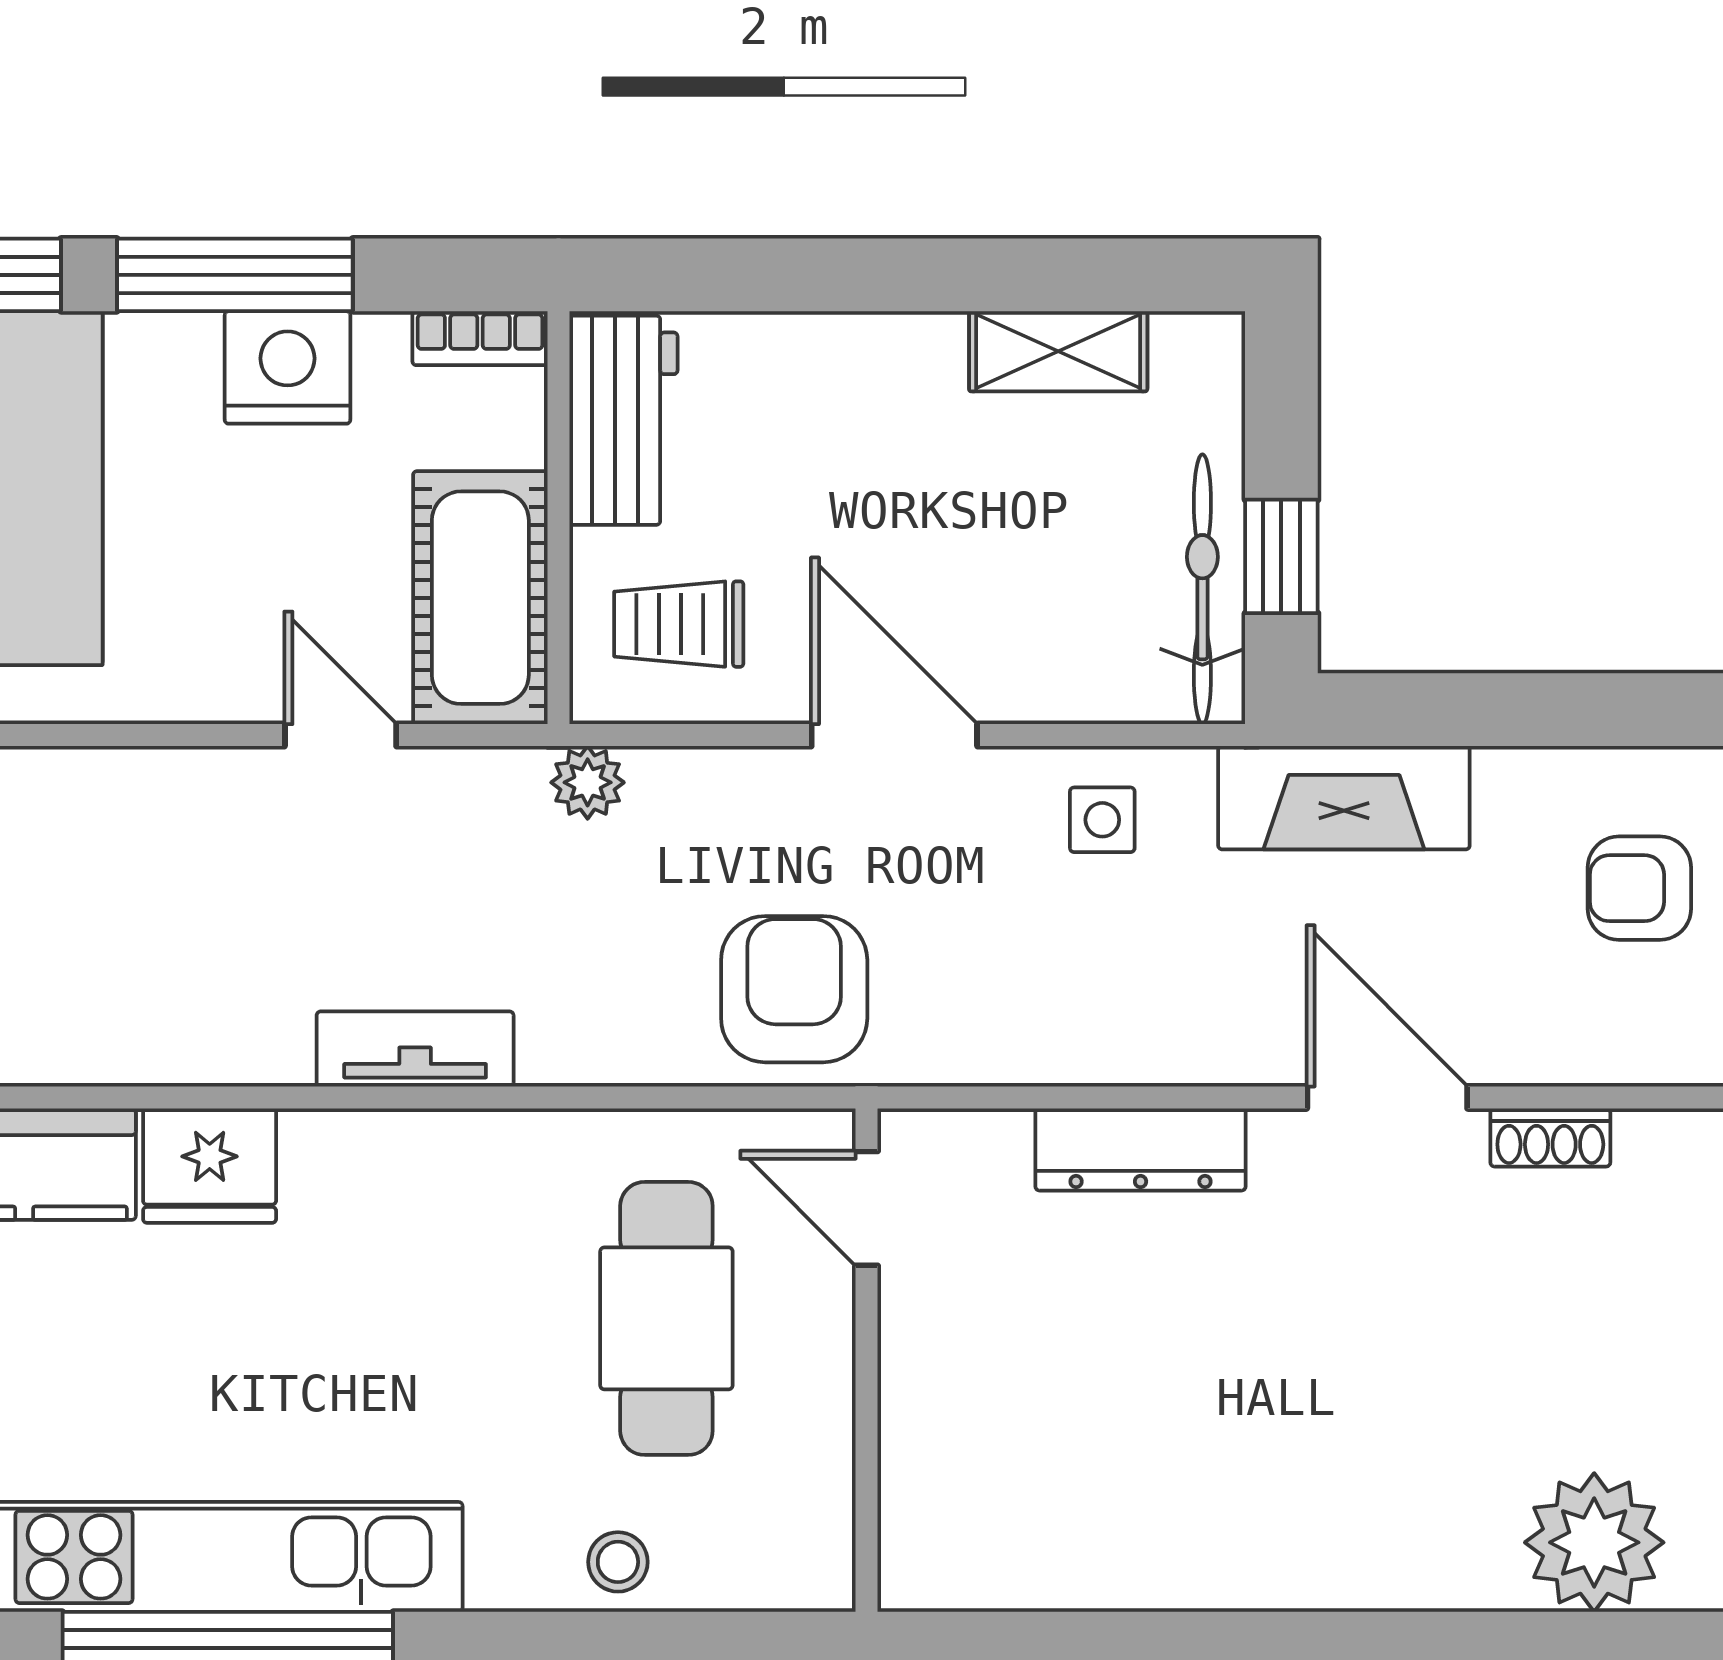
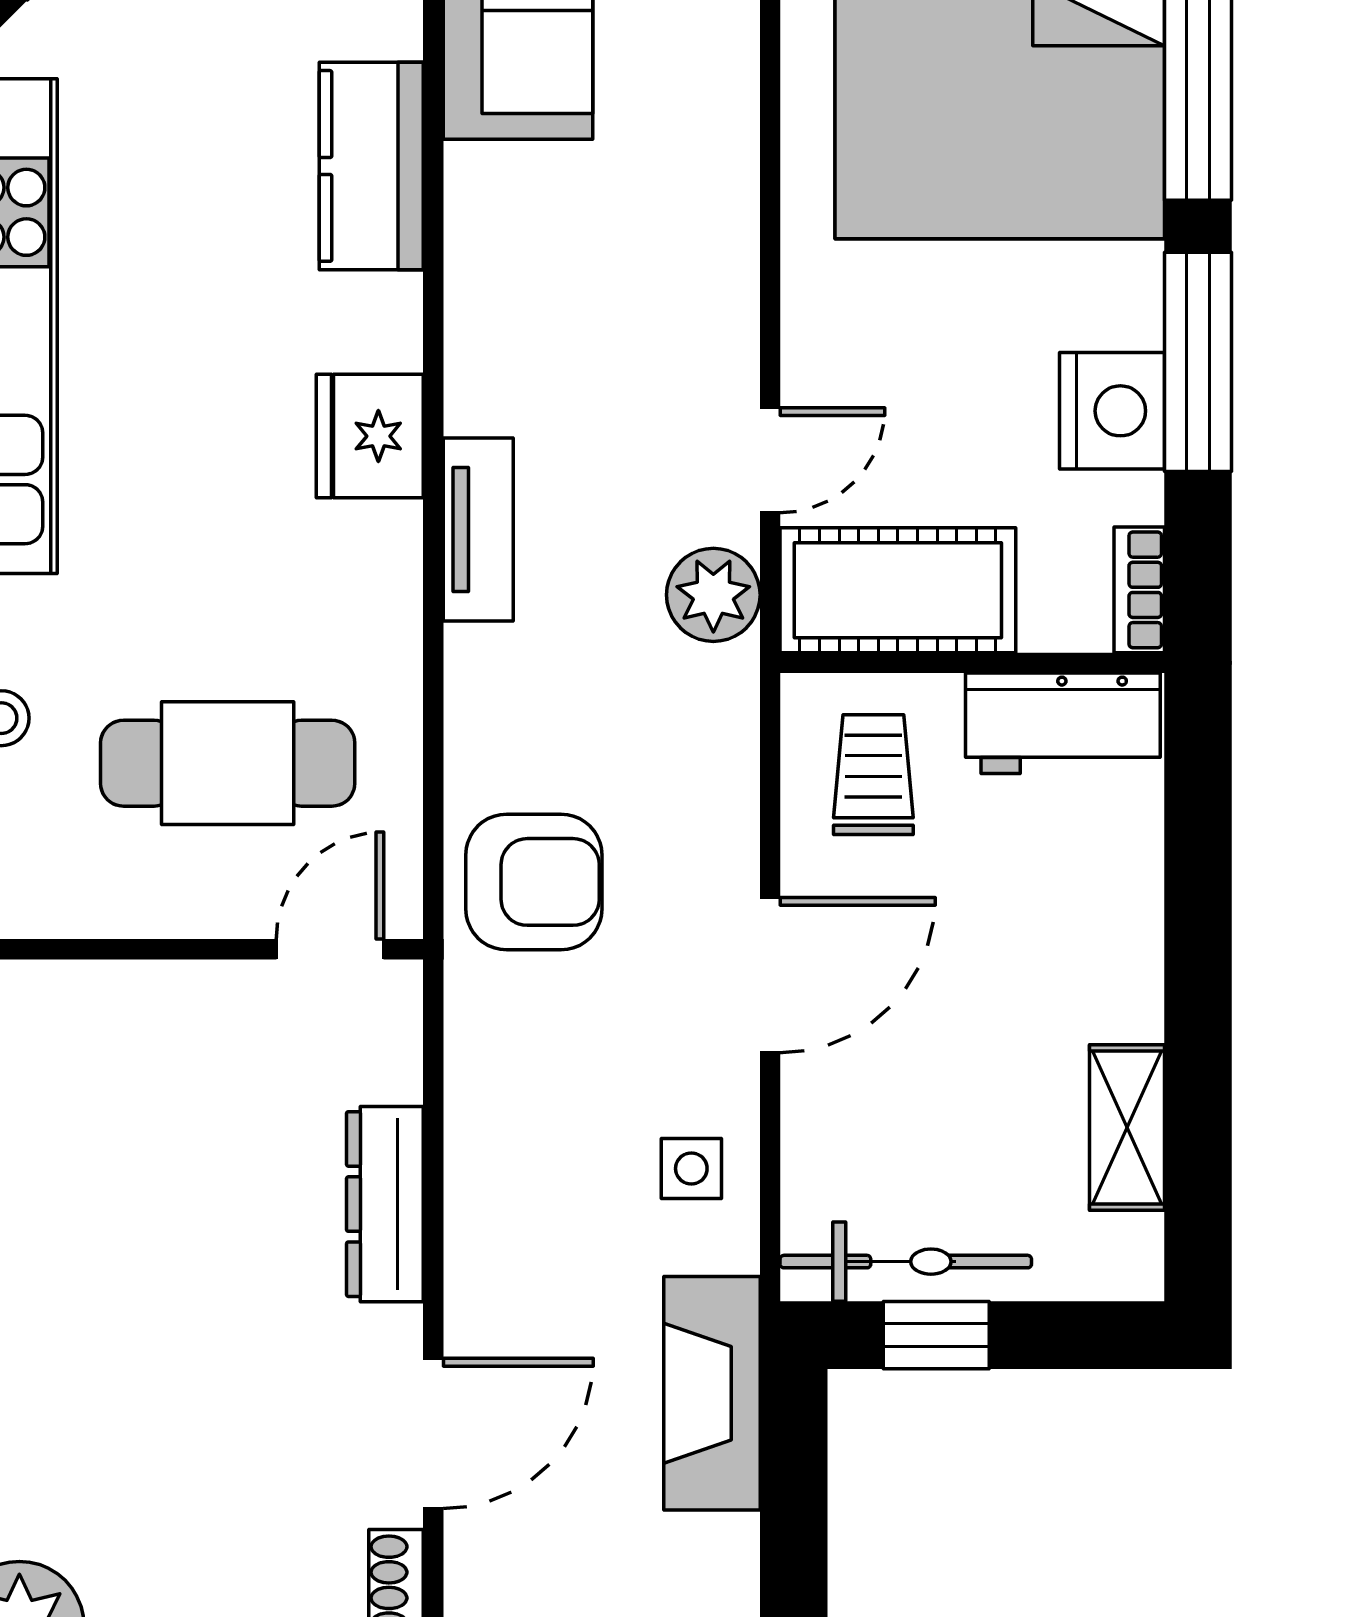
plant: (588, 782) -> (713, 595), moved, width x1.38, depth x1.38
fridge: (210, 1166) -> (370, 436), moved

